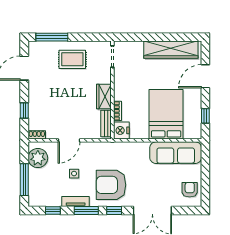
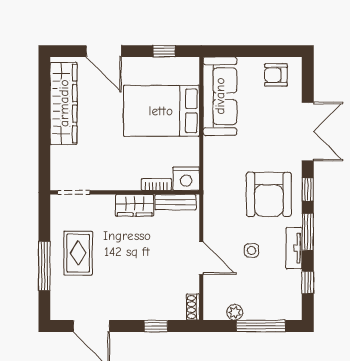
window: (52, 37) -> (44, 266), moved
plant: (38, 158) -> (235, 312), width x0.53, depth x0.53

